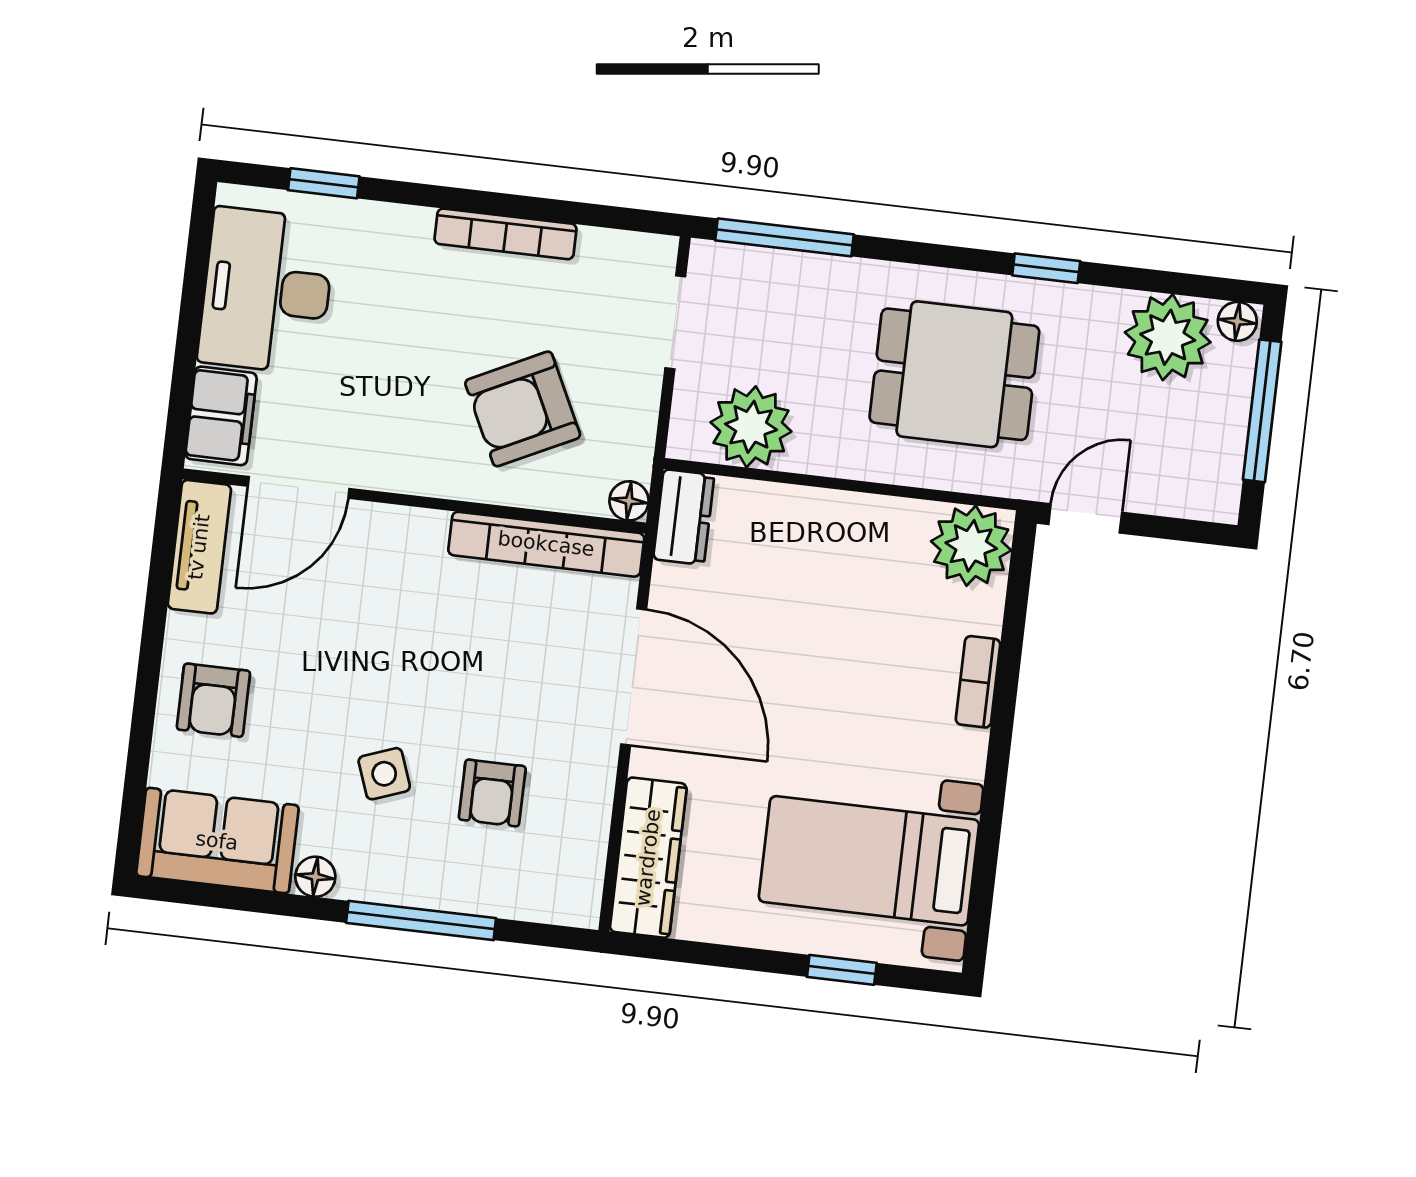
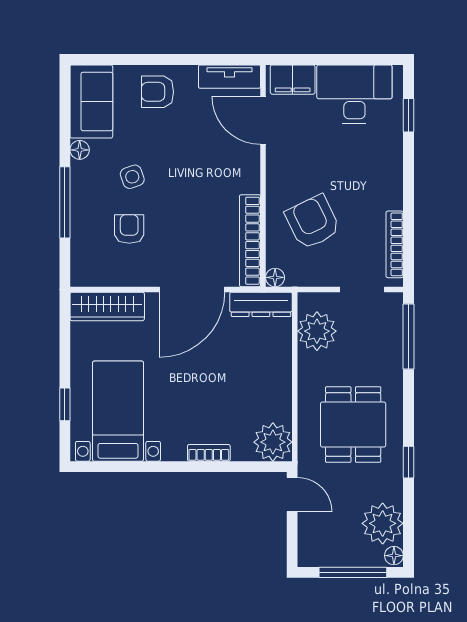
bookcase: (506, 234) -> (395, 244), moved
dresser: (684, 517) -> (261, 304), width x1.44
armchair: (492, 793) -> (129, 229), turned 90

